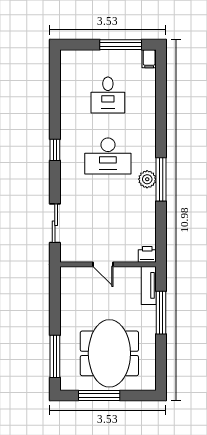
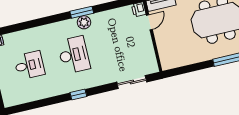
window: (161, 179) -> (82, 12), width x0.69
door: (103, 264) -> (149, 22), moved

